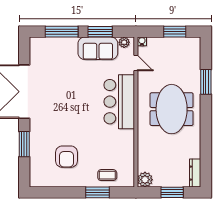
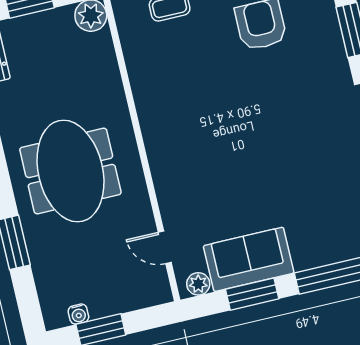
water cooler: (142, 41) -> (78, 314), moved
bar counter: (119, 102) -> (180, 161), removed

